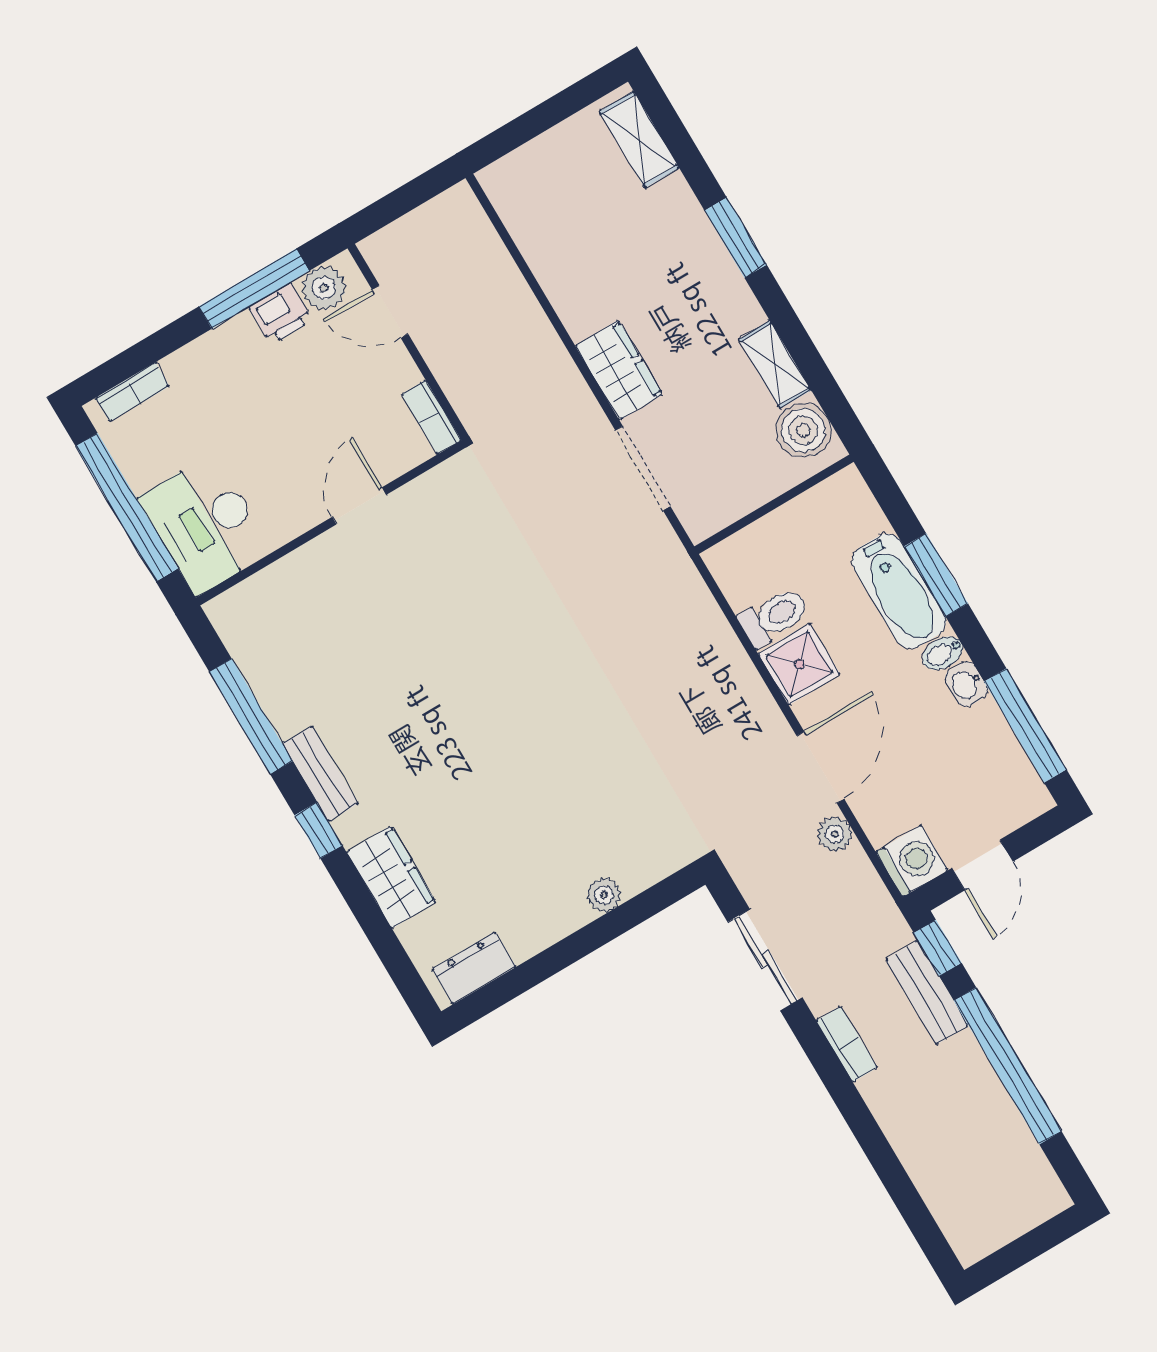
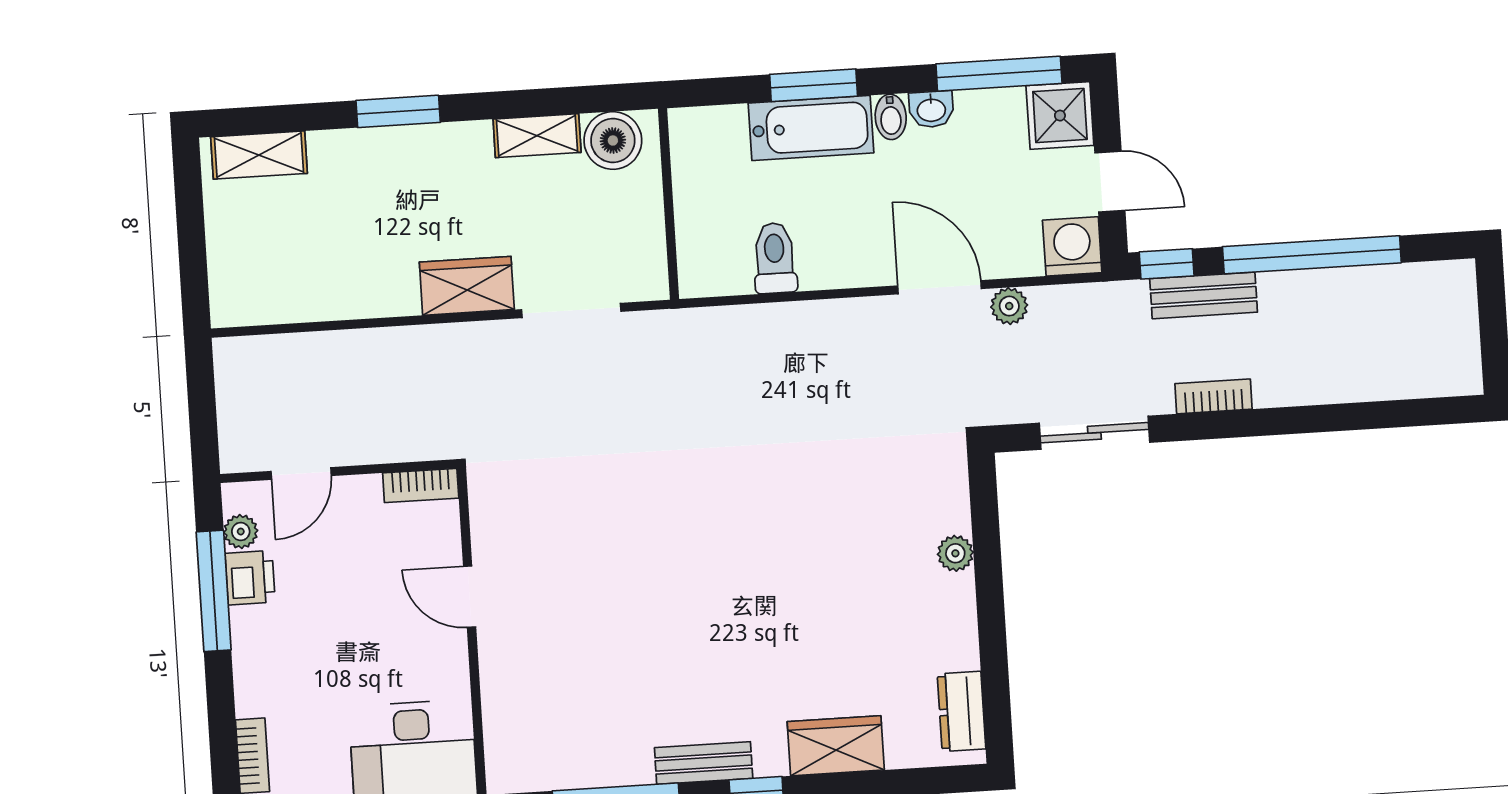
plant: (324, 288) -> (241, 532), width x0.73, depth x0.73
shower: (799, 664) -> (1060, 116), moved

